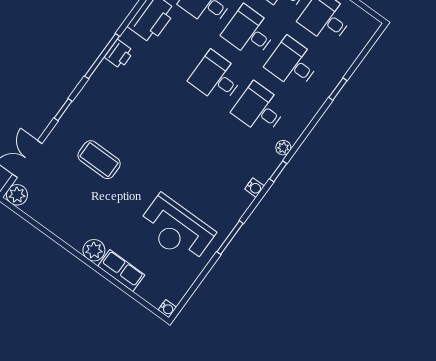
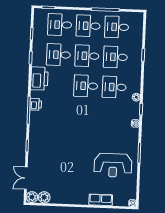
coffee table: (99, 160) -> (58, 157), removed
plant: (94, 250) -> (44, 197), moved

